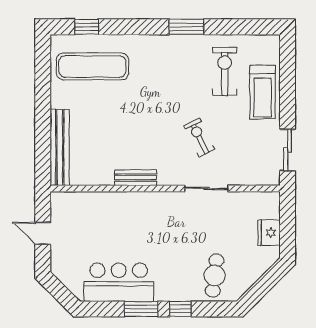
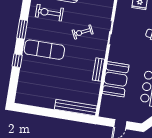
window: (87, 27) -> (17, 61), moved
exercise mat: (92, 66) -> (44, 50), moved, turned 90
booth: (123, 211) -> (116, 79), added

